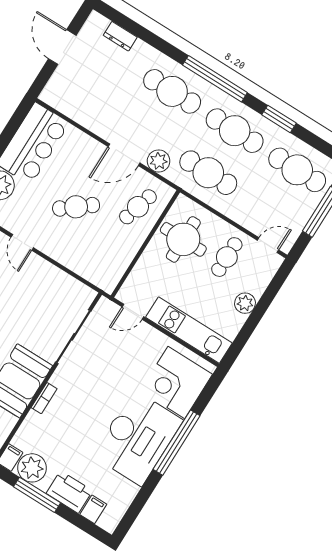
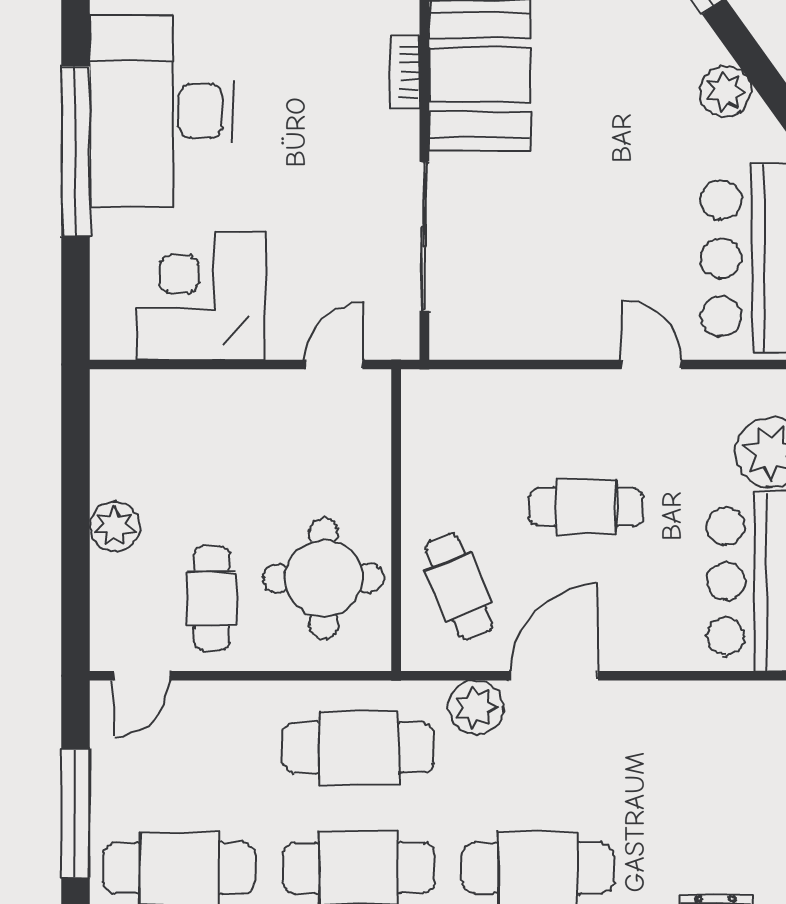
cafe table: (76, 207) -> (586, 507), turned 38
cafe table: (138, 207) -> (459, 587), turned -38
kitchen unit: (189, 330) -> (195, 399), removed
corner desk: (176, 382) -> (201, 296), moved, turned -90

